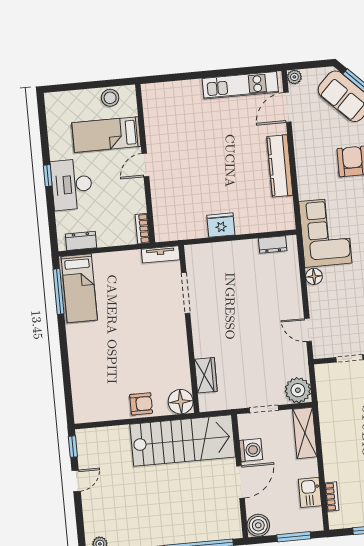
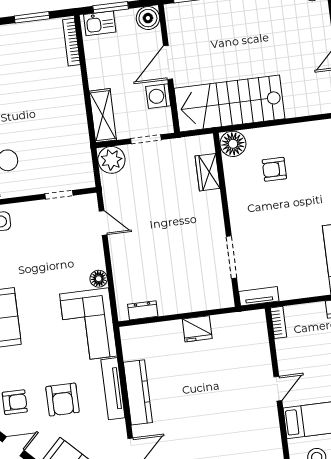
tv unit: (304, 170) -> (113, 389), added
armchair: (141, 404) -> (274, 169), moved
kitchen sink: (310, 492) -> (100, 23), moved, turned 90
bookcase: (332, 497) -> (71, 42), width x1.56

